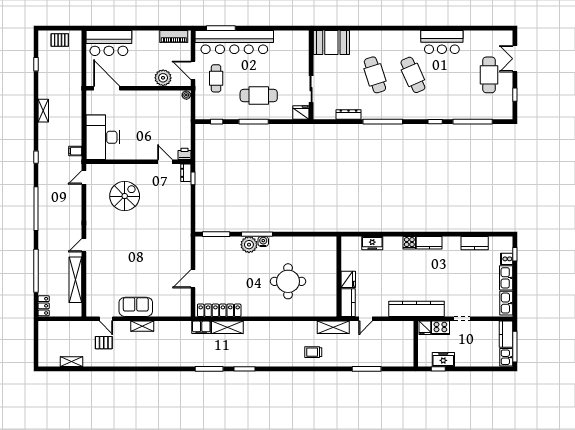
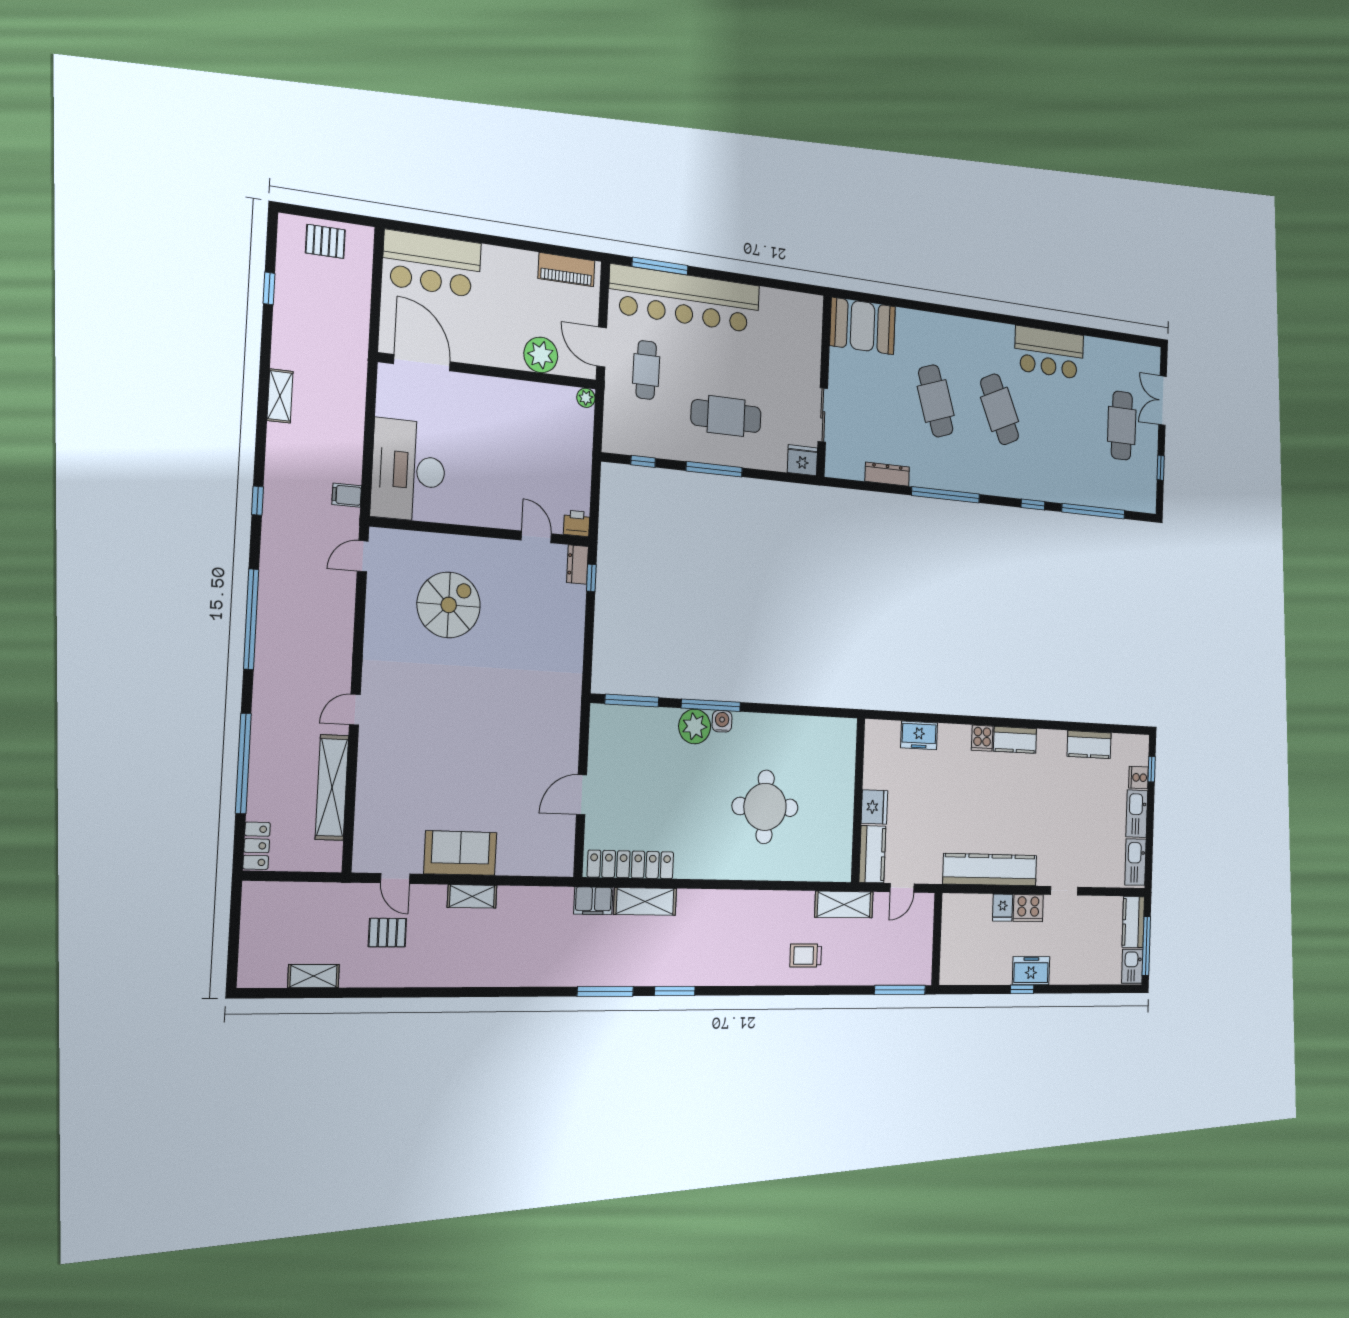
wall: (416, 344) -> (937, 939), moved

